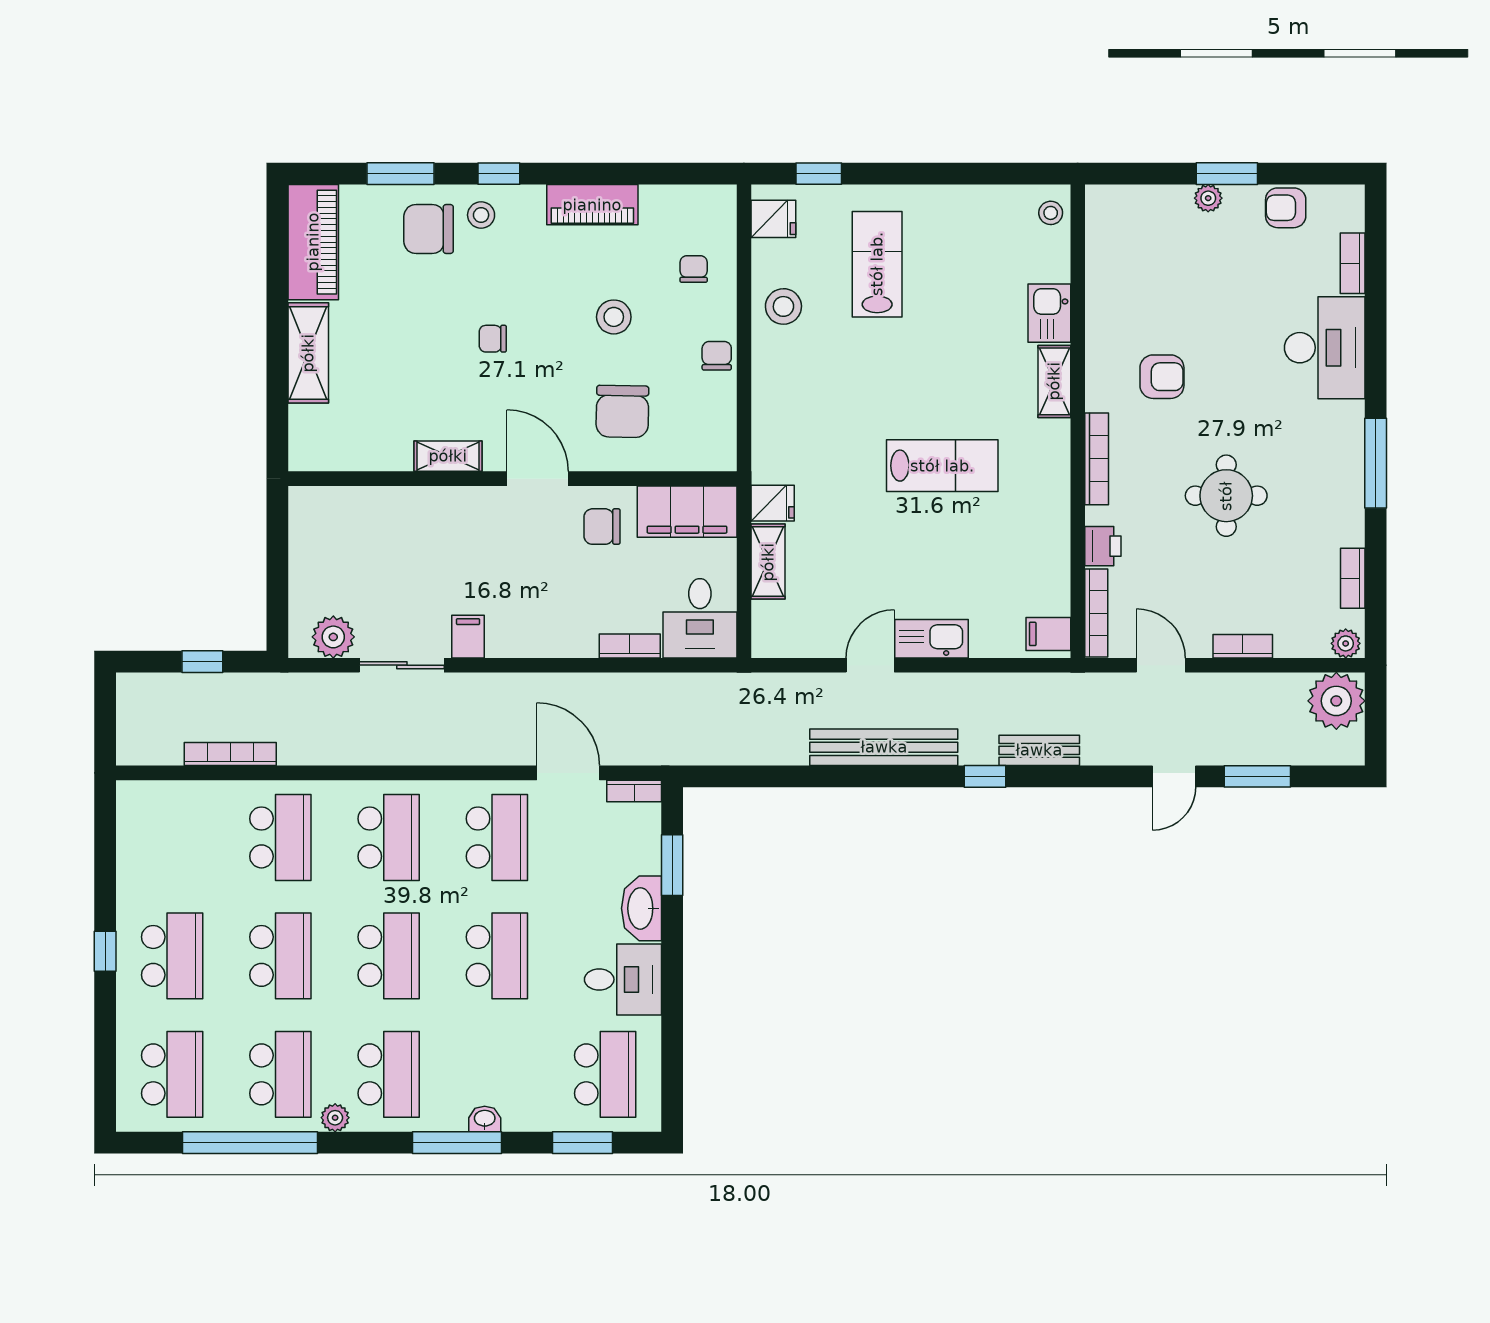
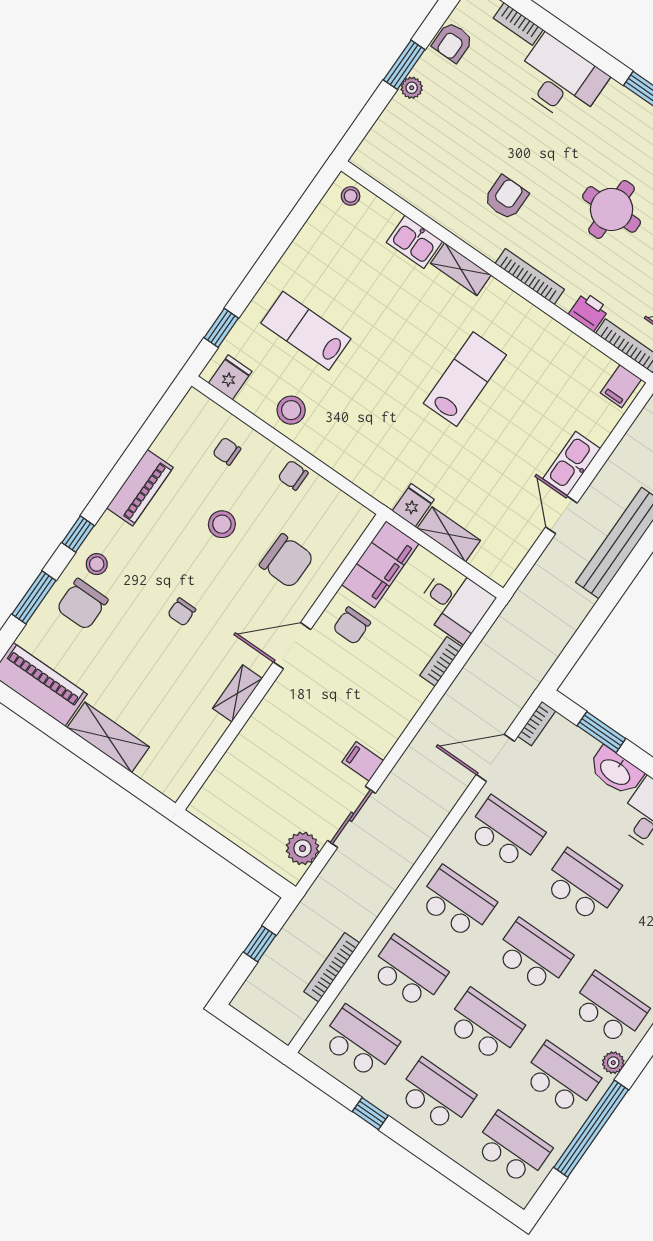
school desk: (172, 837) -> (360, 1042), added
window: (105, 951) -> (370, 1114), moved

